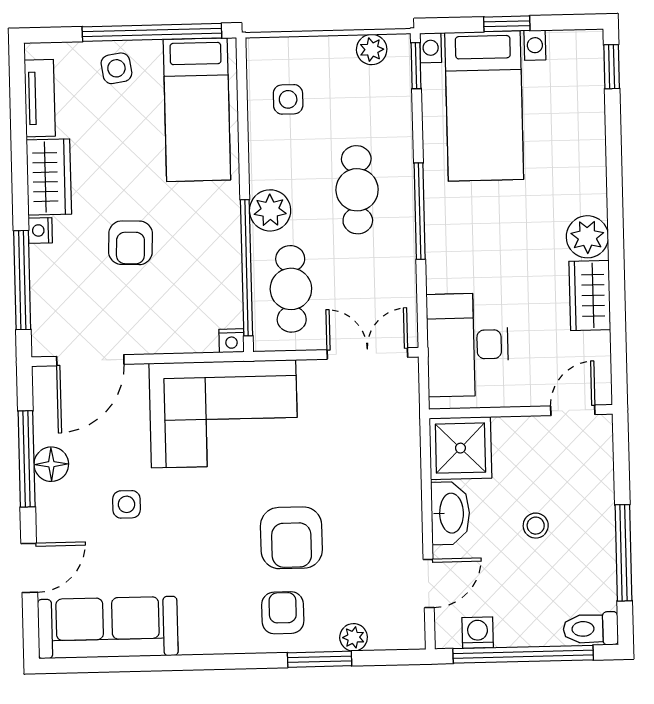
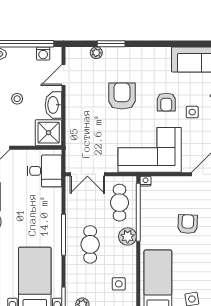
desk: (467, 345) -> (44, 171), width x0.73
armchair: (283, 613) -> (166, 102), moved

